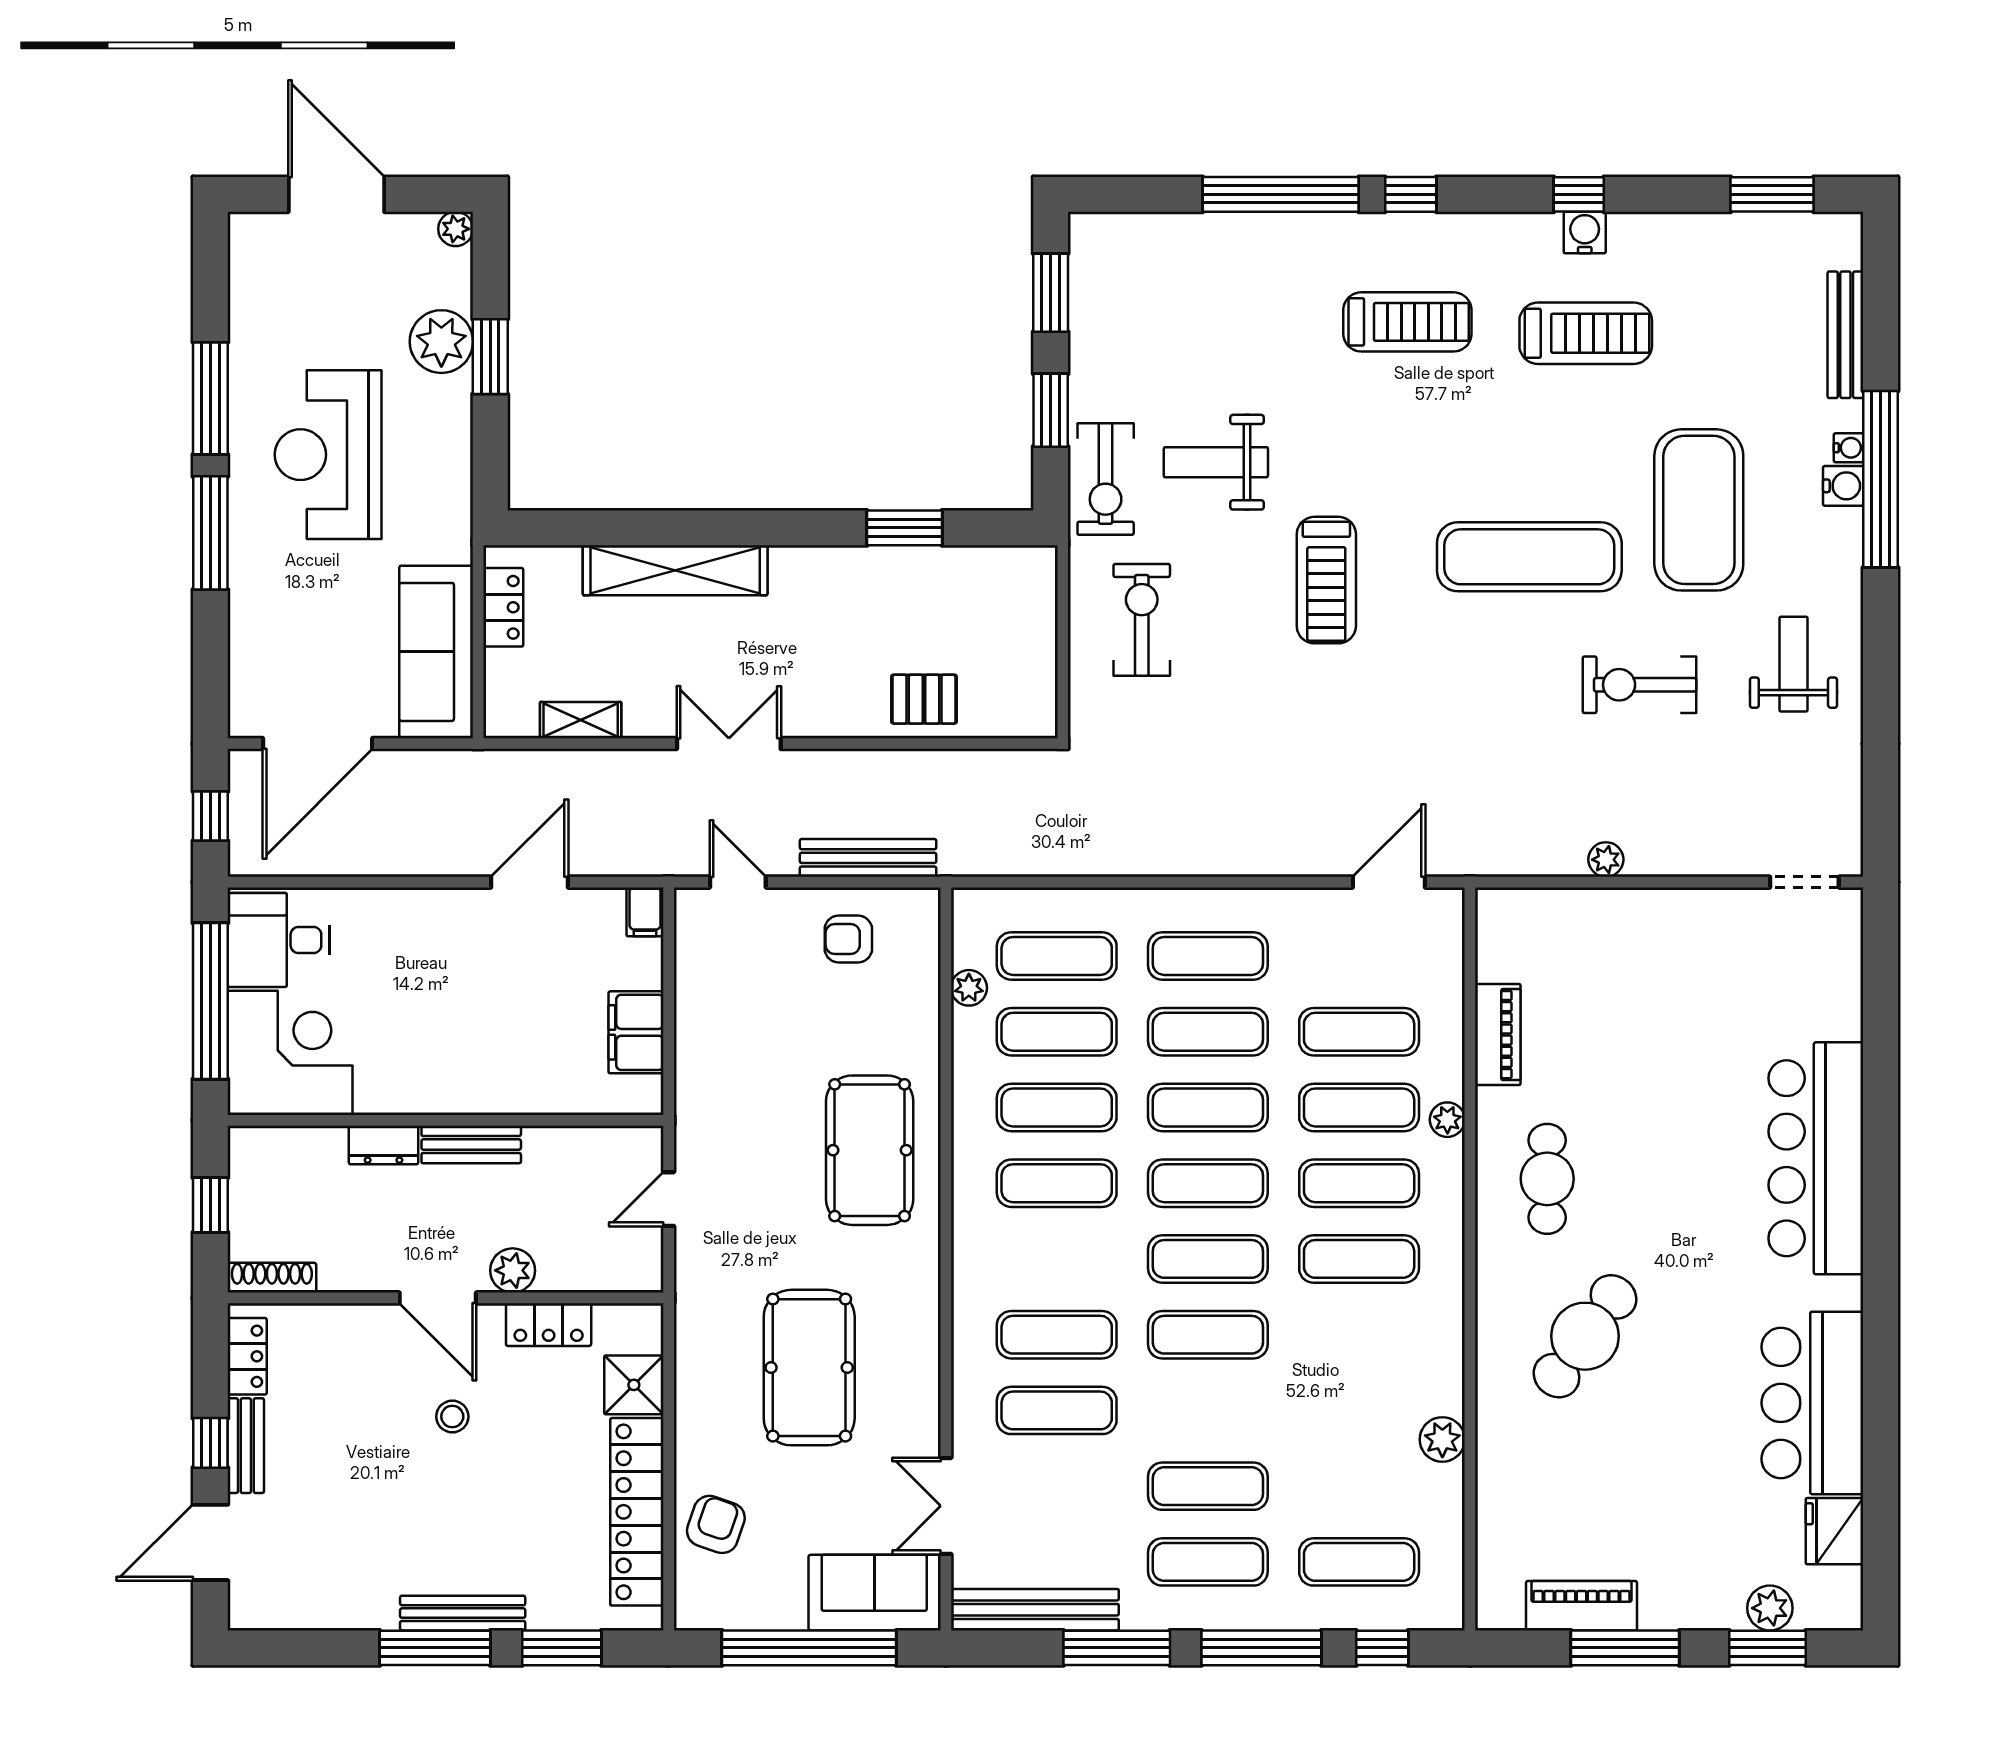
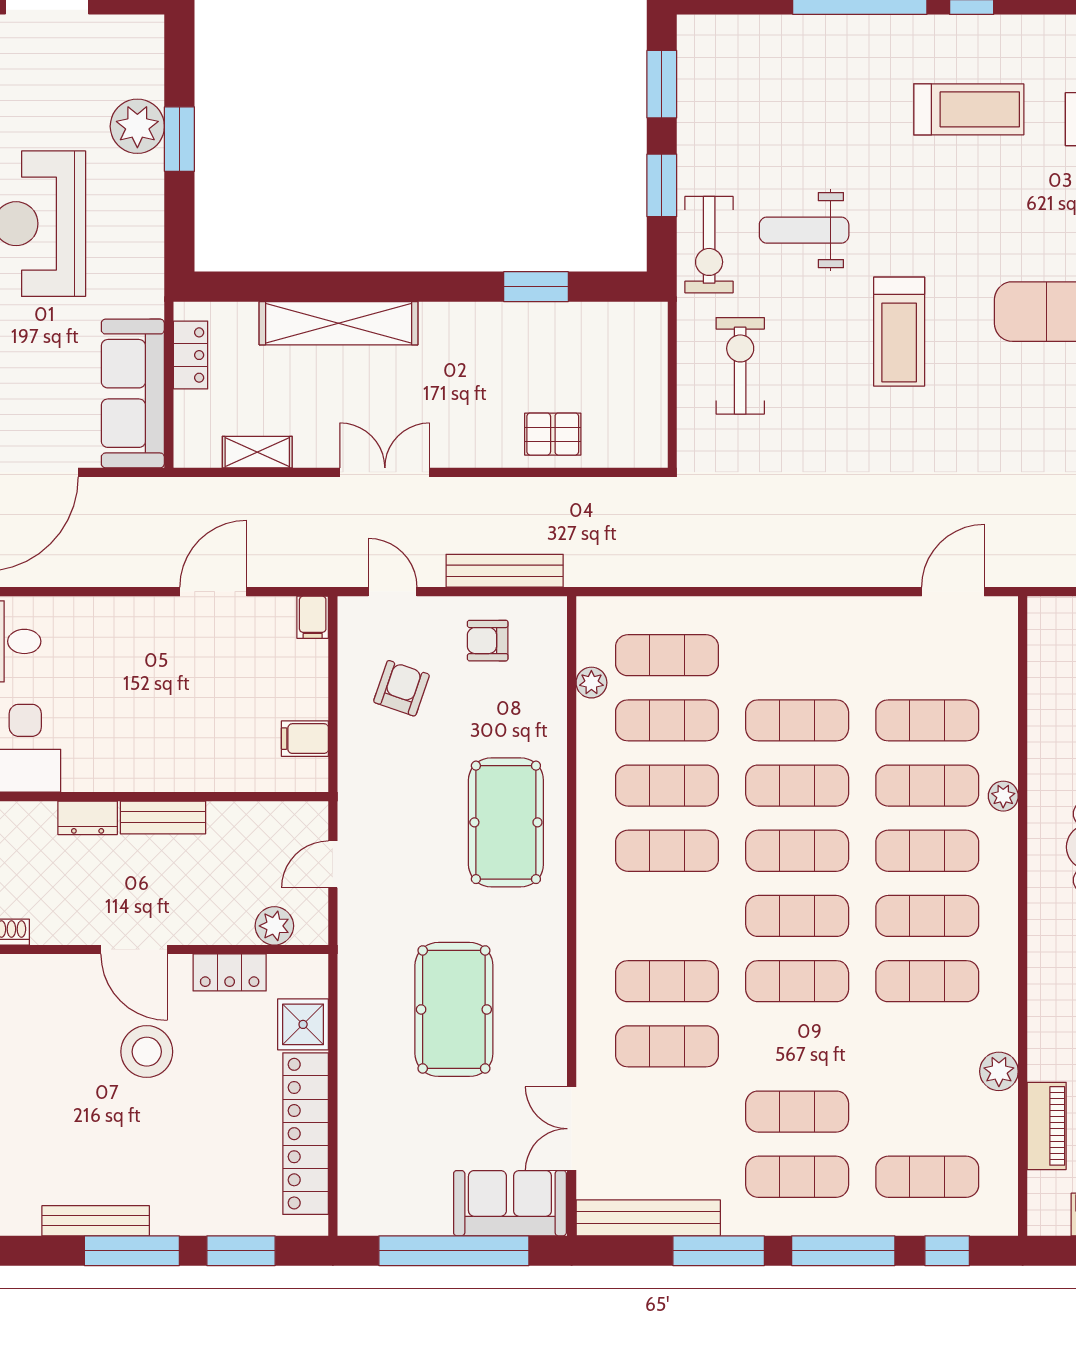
plant: (456, 229) -> (150, 29), removed
exercise mat: (1208, 956) -> (927, 981), moved
filing cabinet: (636, 1032) -> (305, 739), width x0.50
piano: (1498, 1035) -> (1047, 1126), moved
plant: (513, 1270) -> (274, 926), moved
stool: (452, 1417) -> (147, 1052), width x1.89, depth x1.89
armchair: (716, 1524) -> (401, 688), moved
bench: (463, 1613) -> (96, 1221), moved

